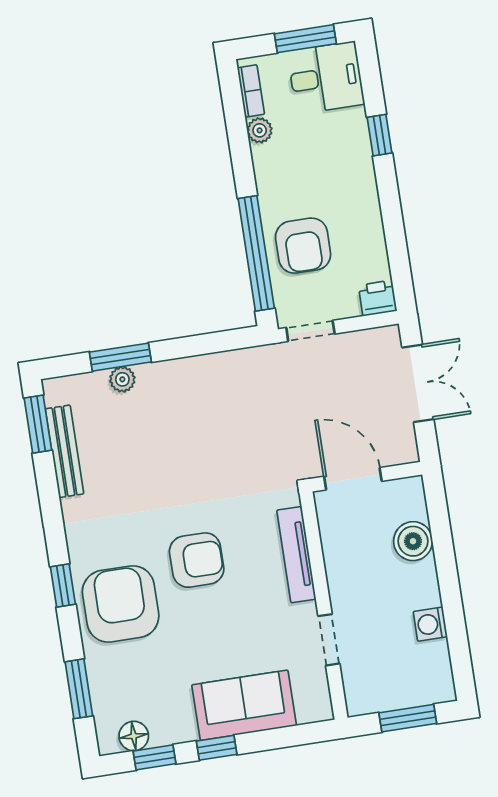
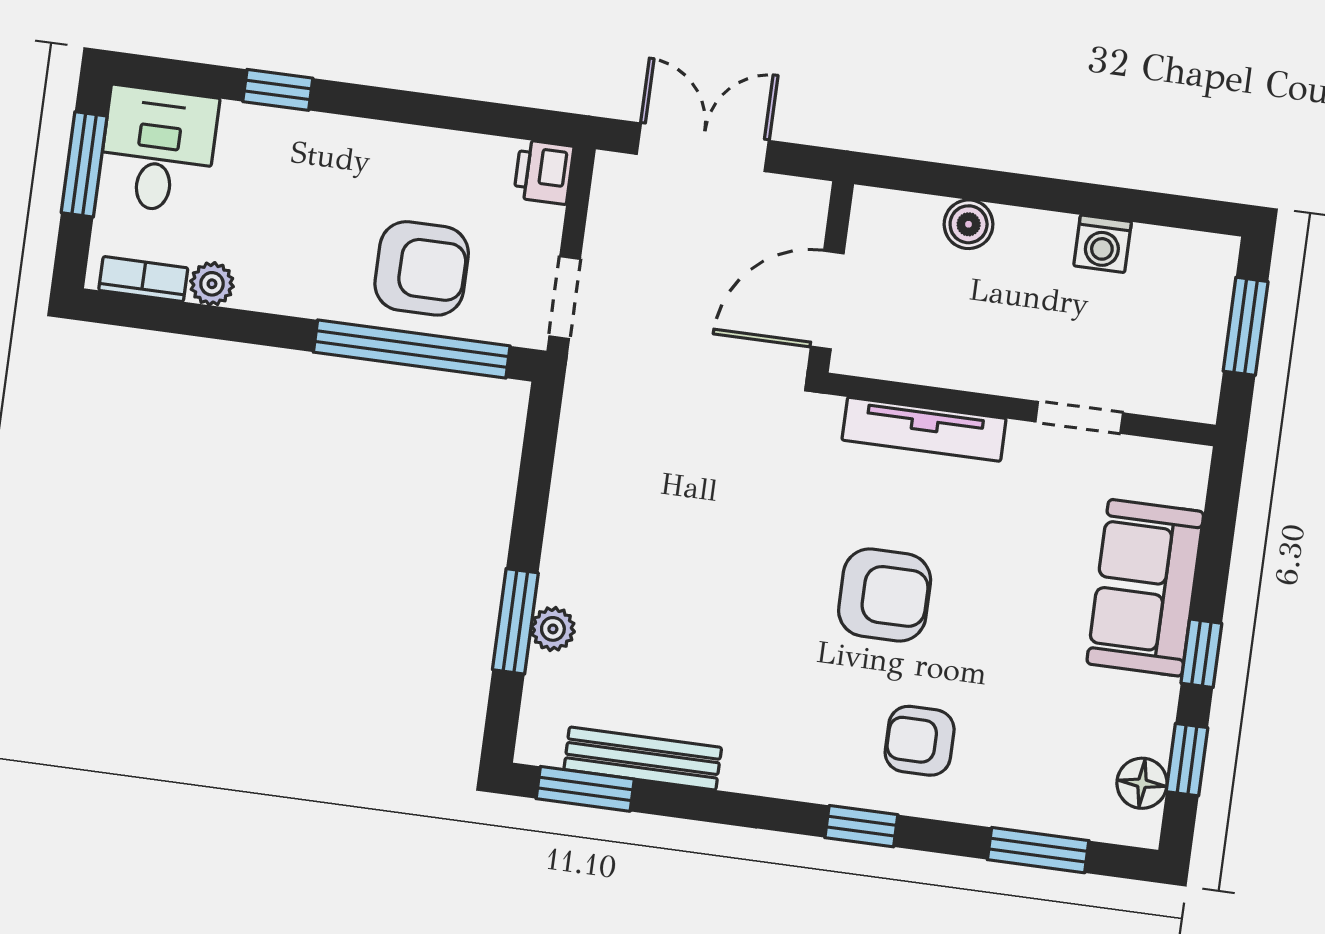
boiler: (413, 541) -> (969, 224), width x0.73, depth x0.73
armchair: (197, 560) -> (885, 595), turned 90
armchair: (121, 604) -> (920, 741), width x0.53, depth x0.53

